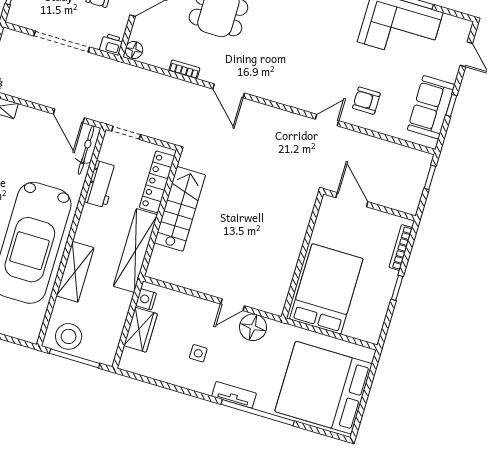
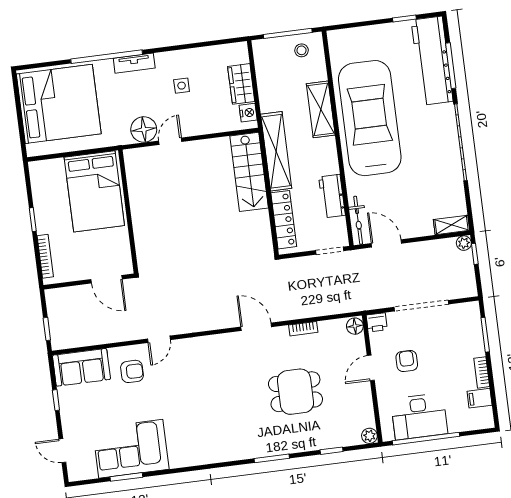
sofa: (431, 107) -> (81, 367), moved, turned 90
stairs: (180, 209) -> (249, 172), moved
stool: (69, 336) -> (302, 50), width x0.53, depth x0.53

